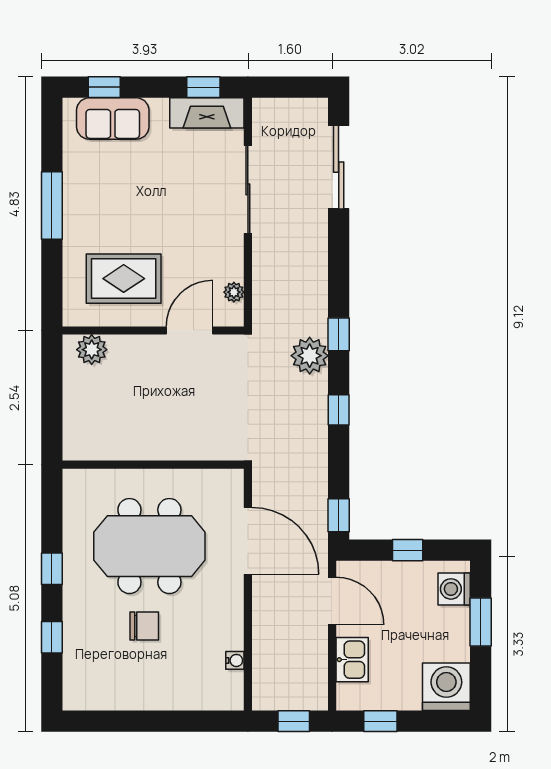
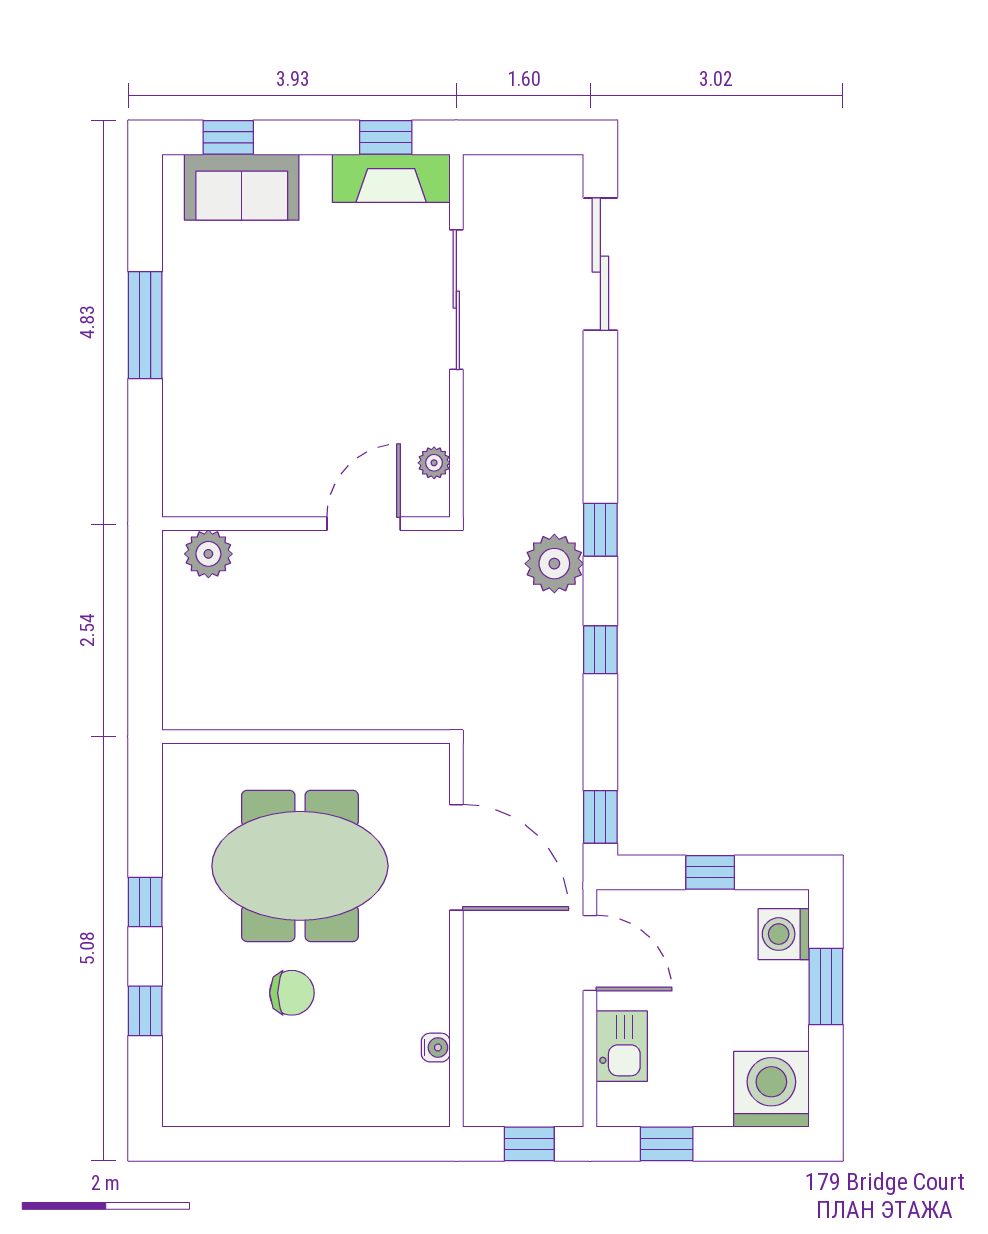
rug: (124, 279) -> (259, 441), removed

